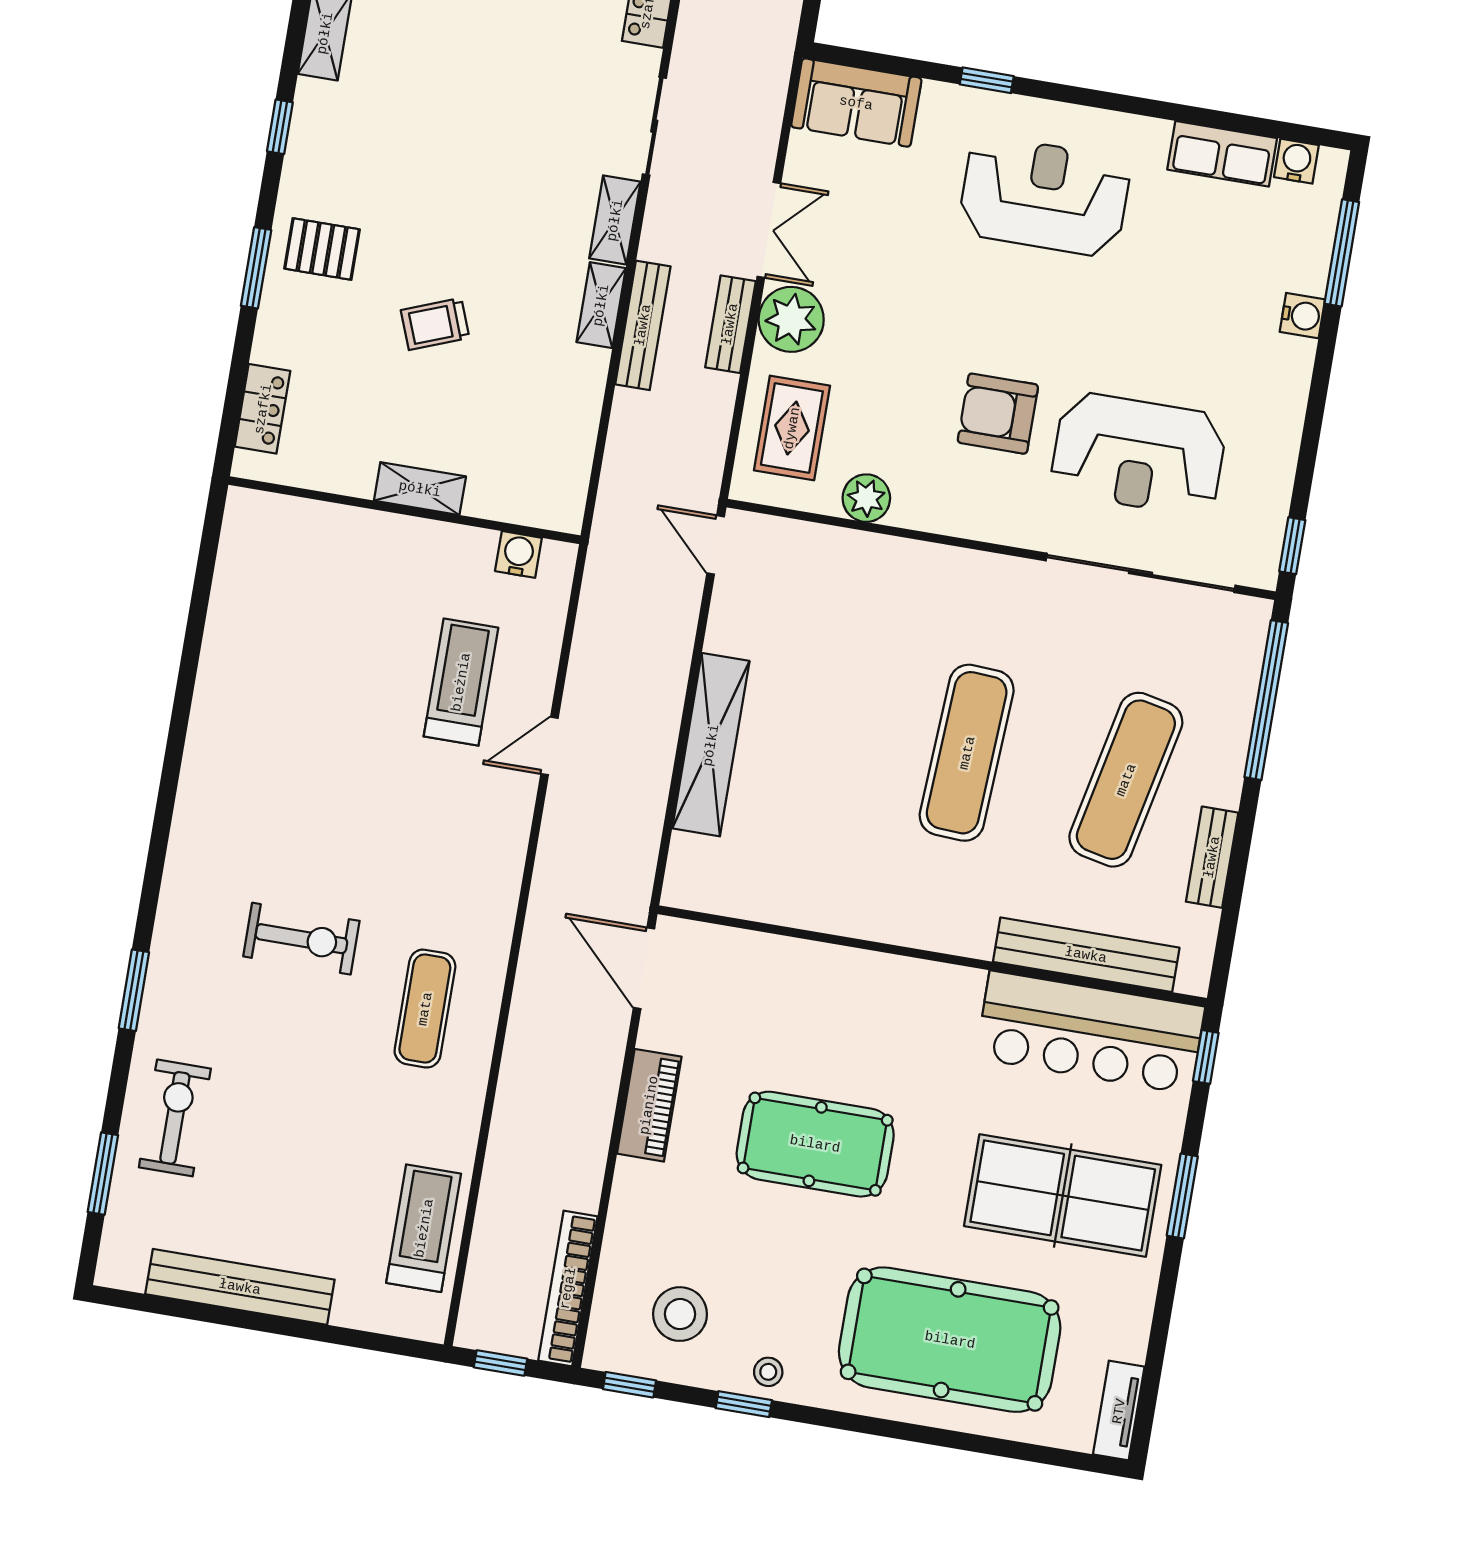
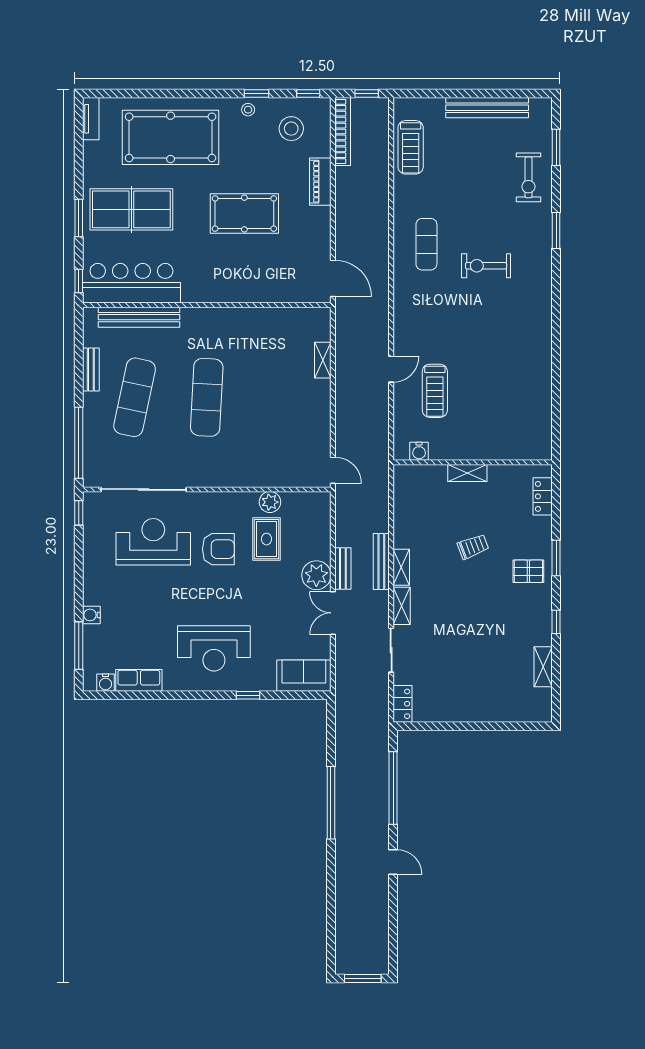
rug: (792, 428) -> (266, 539), moved
shelving: (711, 745) -> (323, 360), width x0.45, depth x0.75
piano: (649, 1105) -> (320, 182), moved

